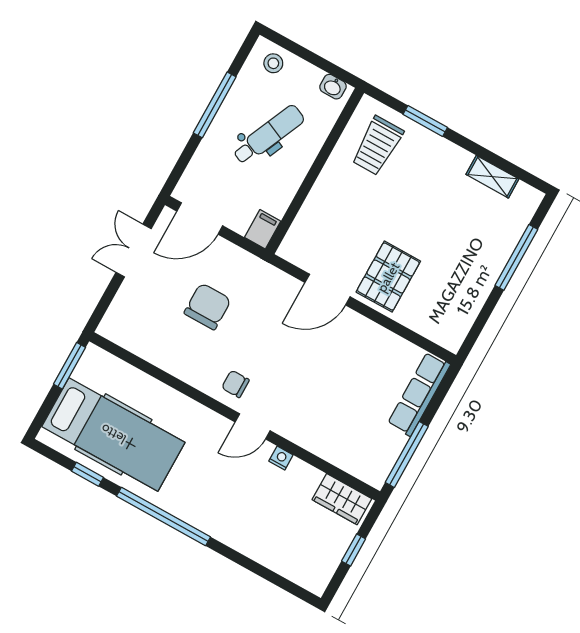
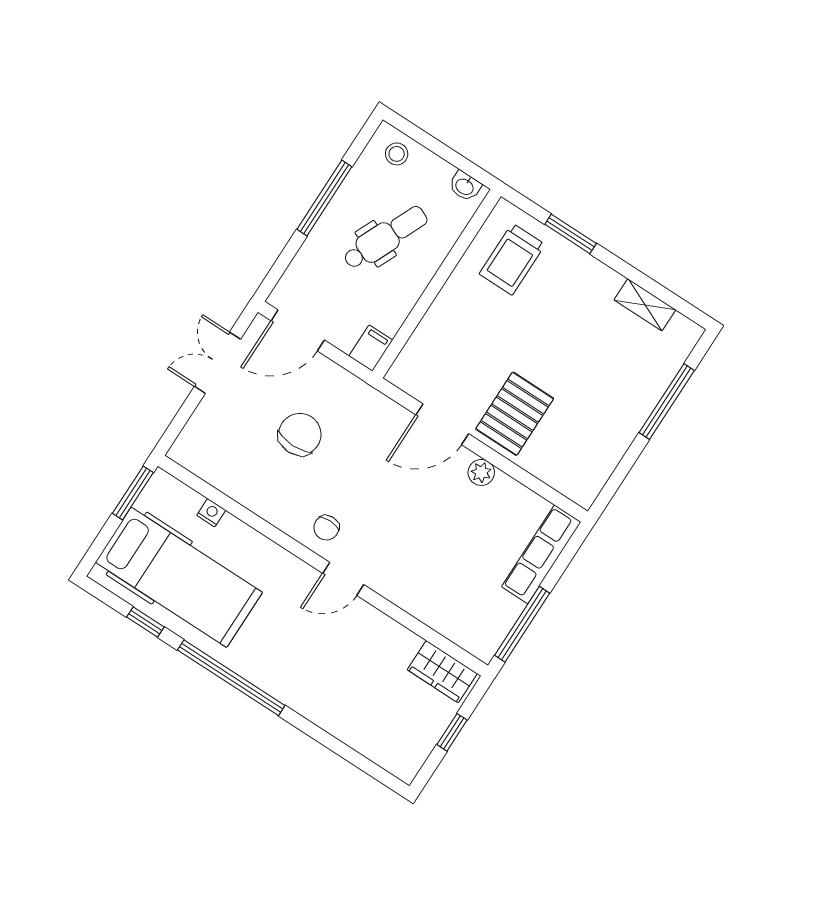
plant: (363, 328) -> (481, 472), added
chair: (235, 384) -> (326, 528), turned -90
nightstand: (281, 458) -> (211, 513), moved

